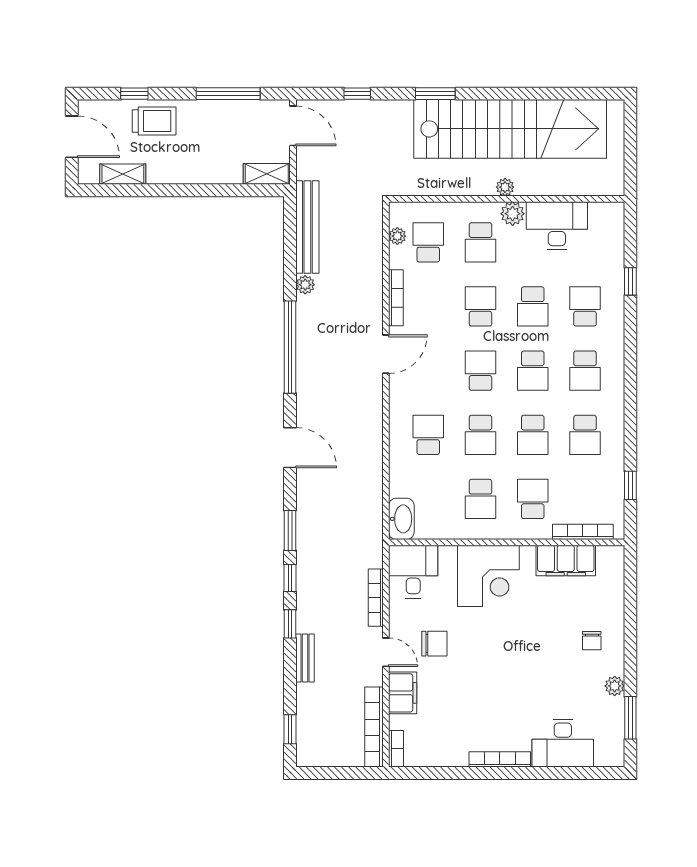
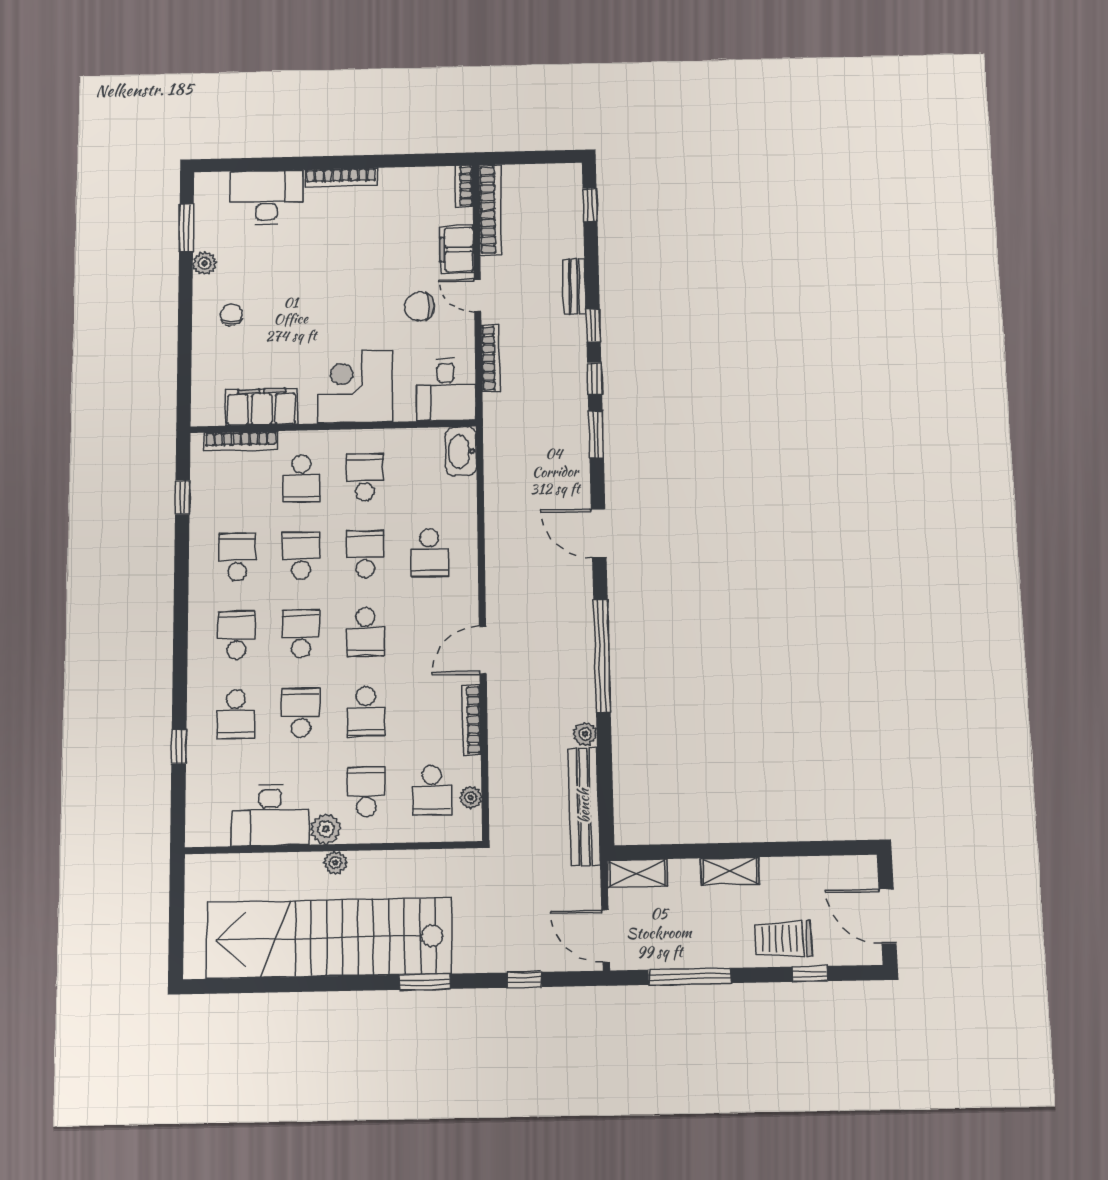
shelving: (123, 174) -> (730, 871), moved

